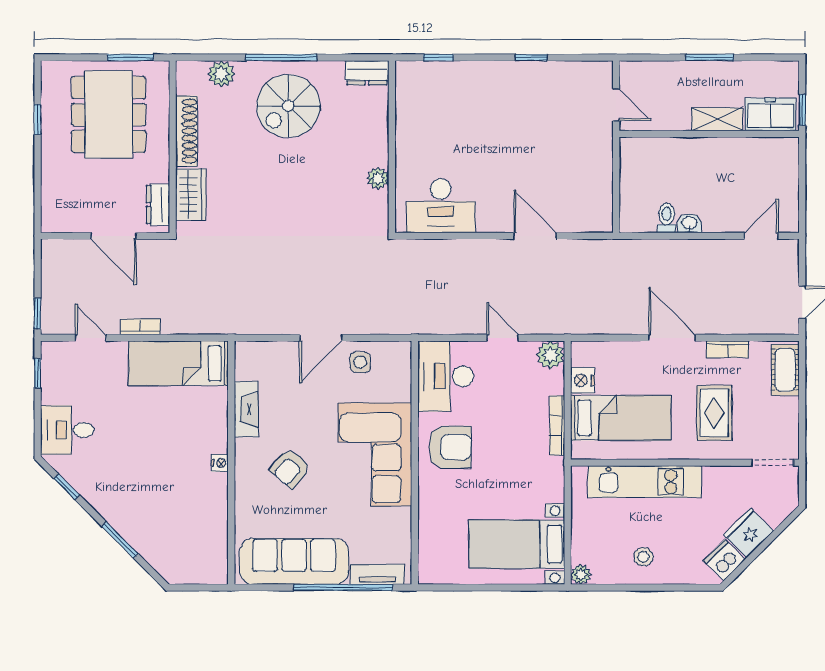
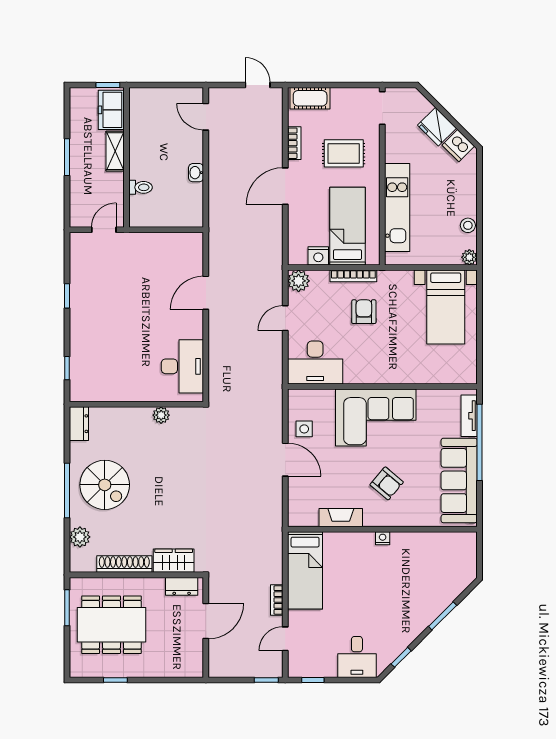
toilet: (666, 218) -> (141, 187), moved, turned 180
armchair: (450, 447) -> (364, 312), moved, width x0.72, depth x0.72
stool: (643, 557) -> (468, 225), moved

